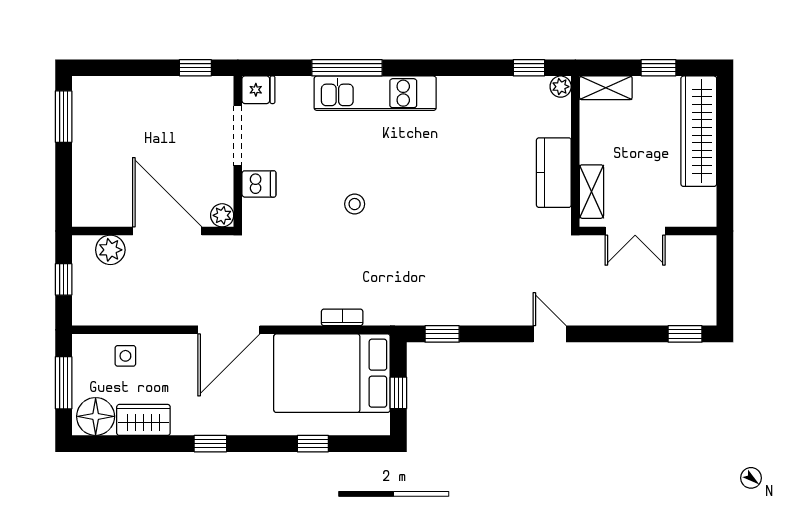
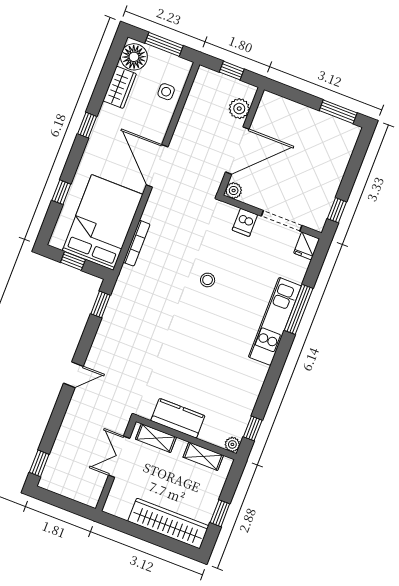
shelving: (606, 88) -> (203, 456), moved, turned 90
bookcase: (342, 317) -> (137, 243), width x1.56

